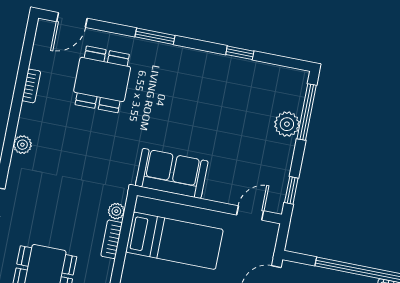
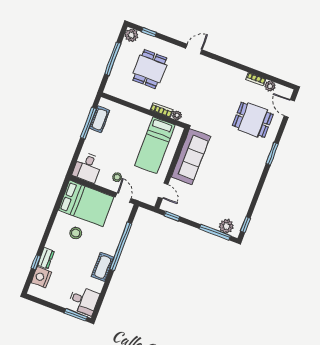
window: (240, 53) -> (245, 225), moved
plant: (287, 124) -> (226, 226), moved
plant: (22, 145) -> (270, 86), moved
sofa: (172, 173) -> (191, 157), width x1.36

